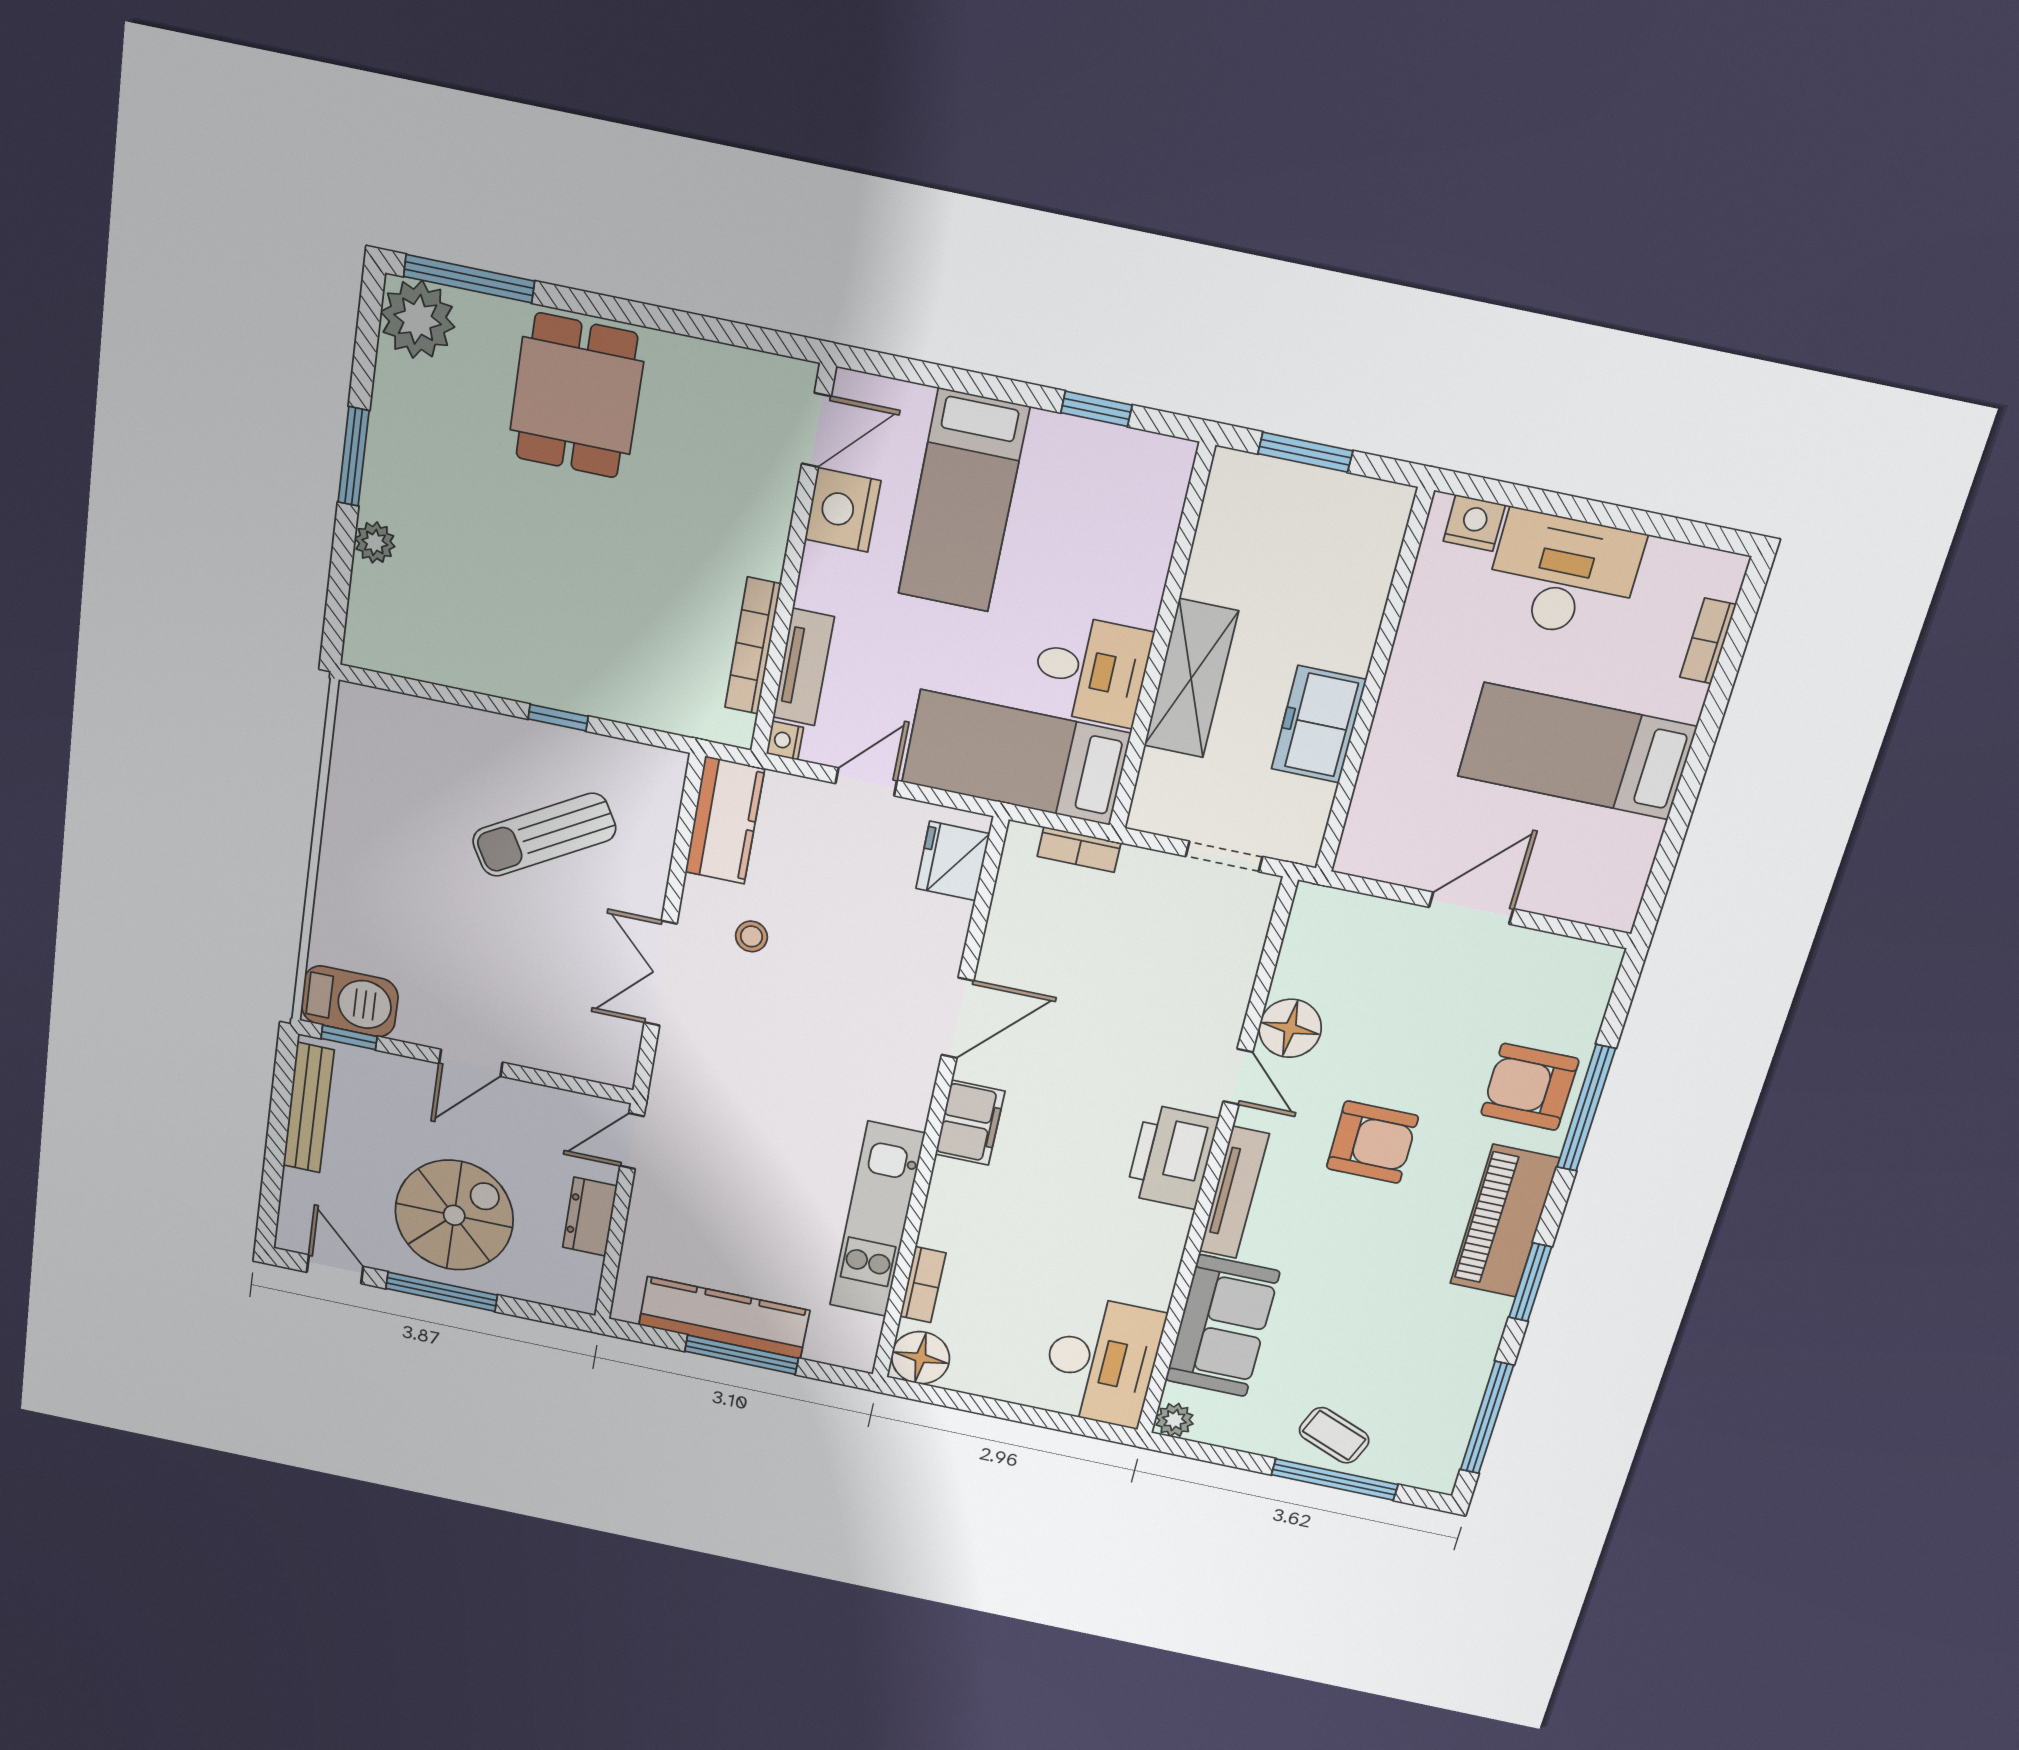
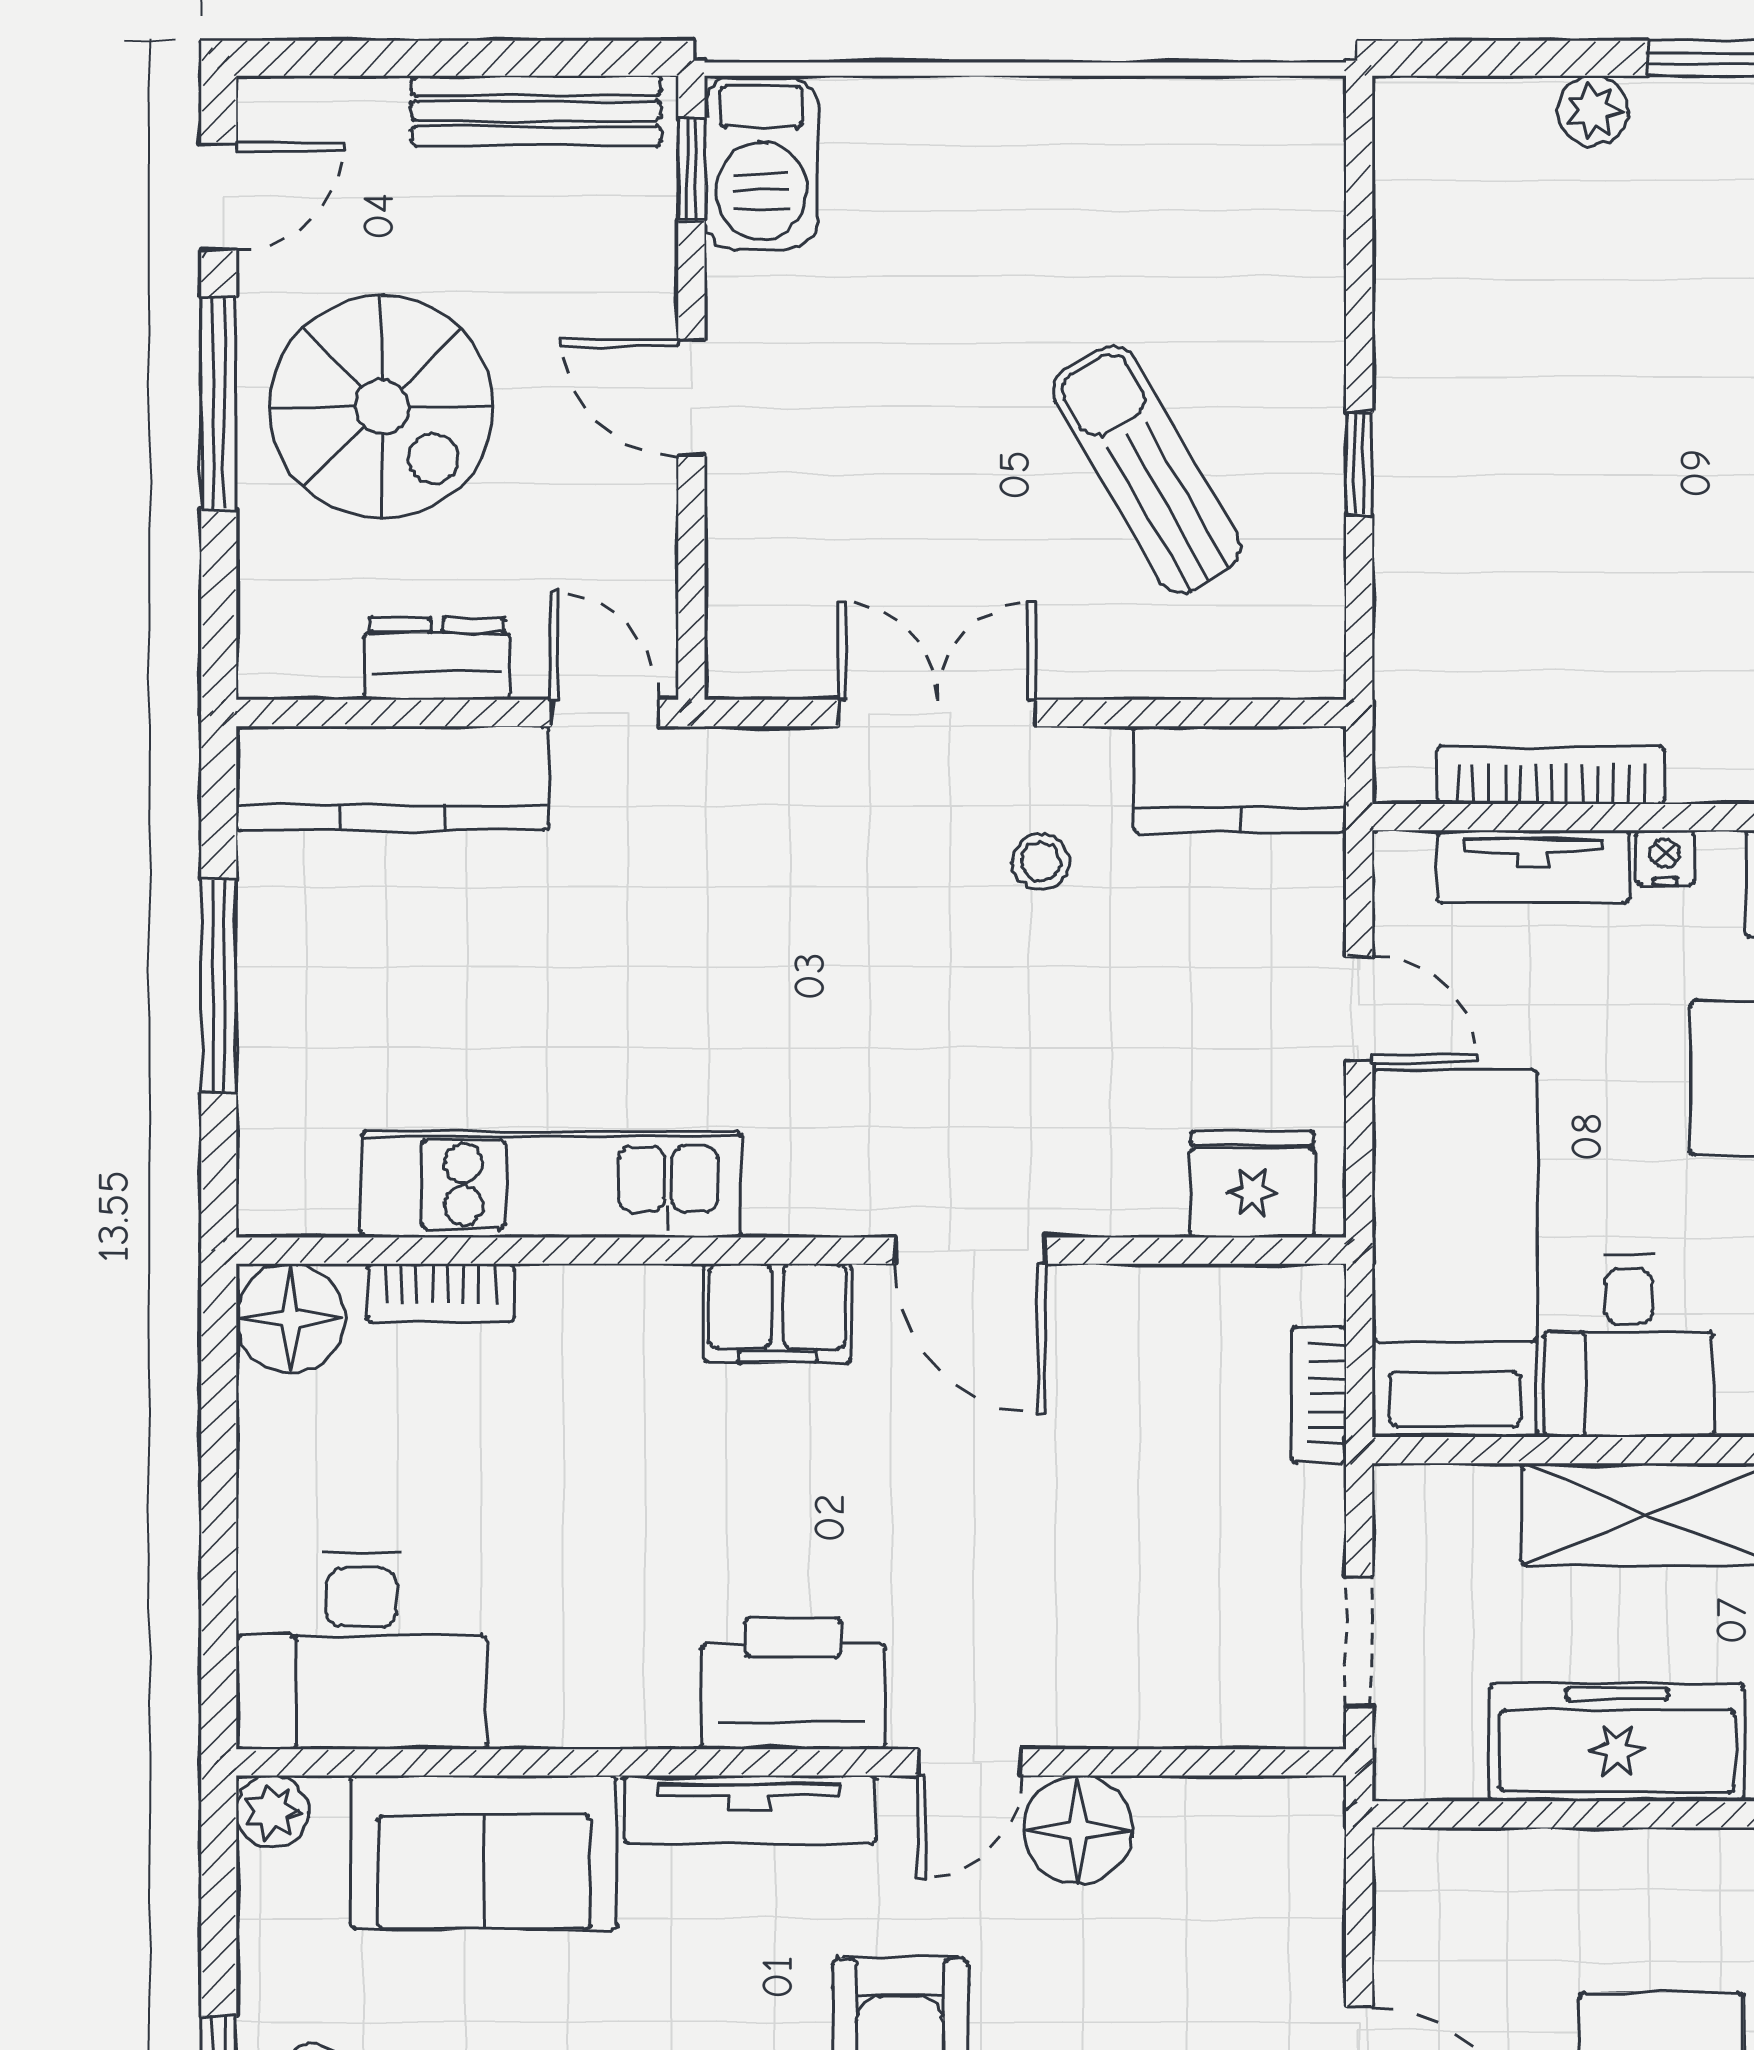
freezer: (1319, 724) -> (1617, 1742), width x1.40
nightstand: (785, 741) -> (1665, 858), moved
kitchen counter: (724, 1318) -> (392, 778), moved, turned 90

